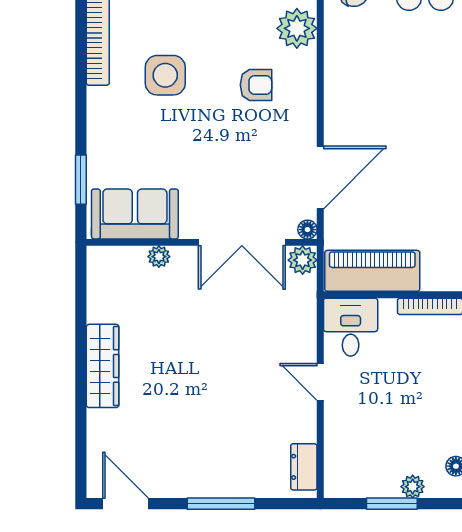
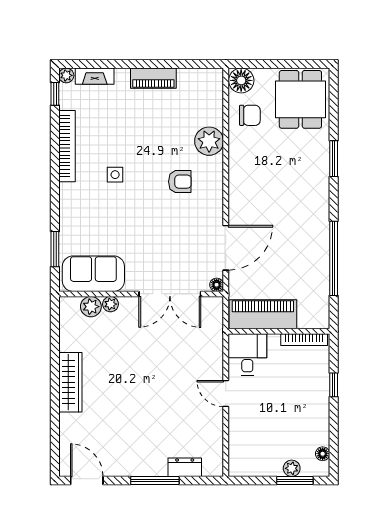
side table: (165, 75) -> (115, 175), width x0.54, depth x0.54
plant: (303, 260) -> (91, 307), moved
dresser: (304, 467) -> (185, 467), moved, turned 90
window: (392, 504) -> (295, 481), moved

